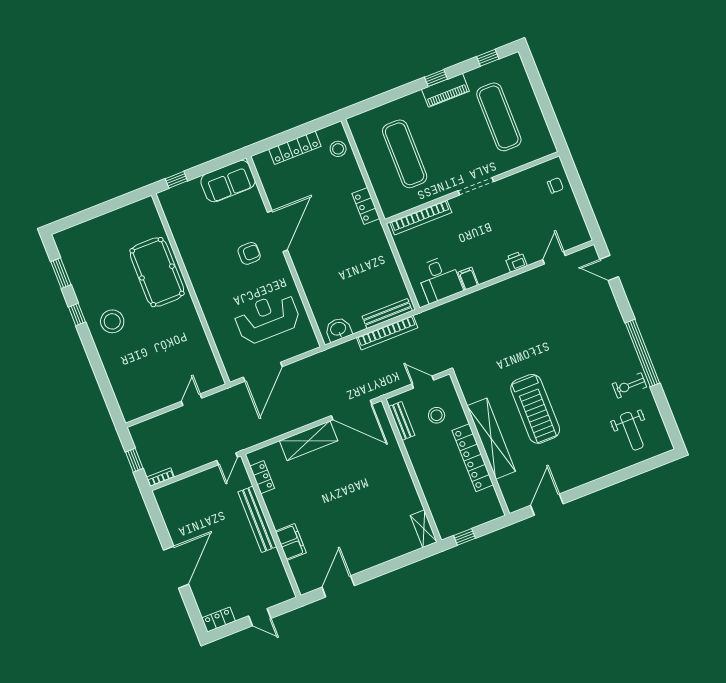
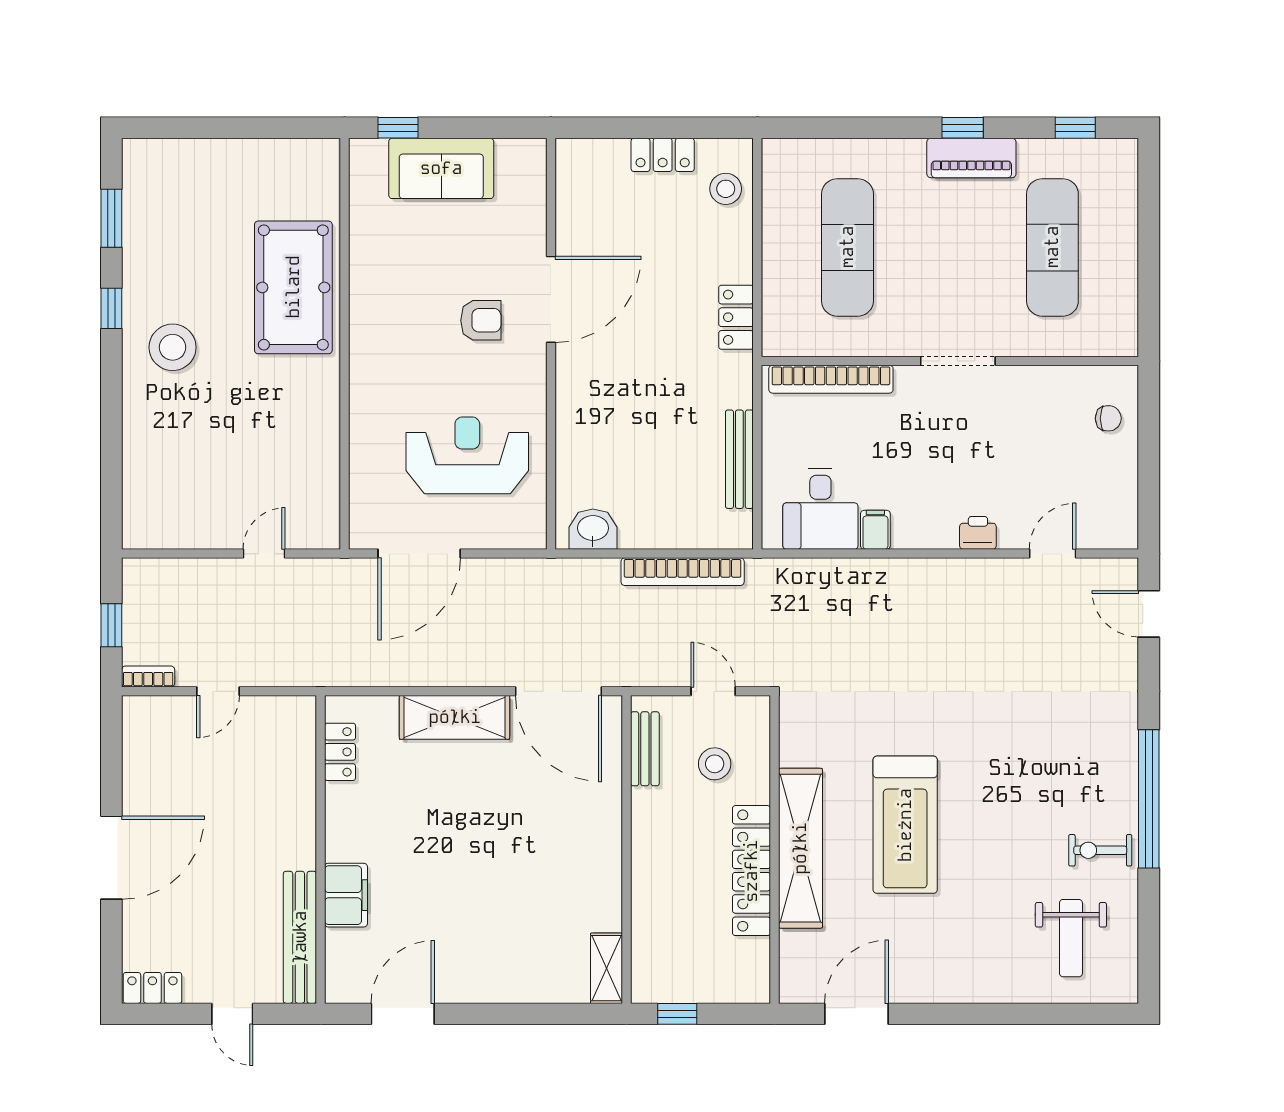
locker: (295, 148) -> (663, 155), width x0.66
sofa: (228, 181) -> (441, 168), moved
bench: (387, 314) -> (739, 459), moved, turned 90
door: (227, 459) -> (218, 691), moved
bench: (257, 519) -> (300, 937), moved

